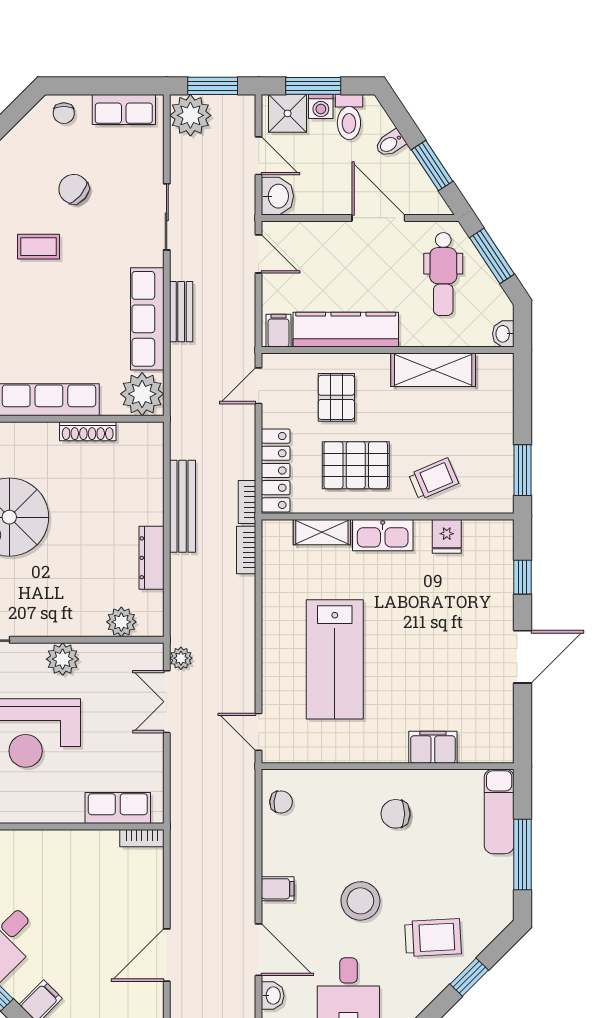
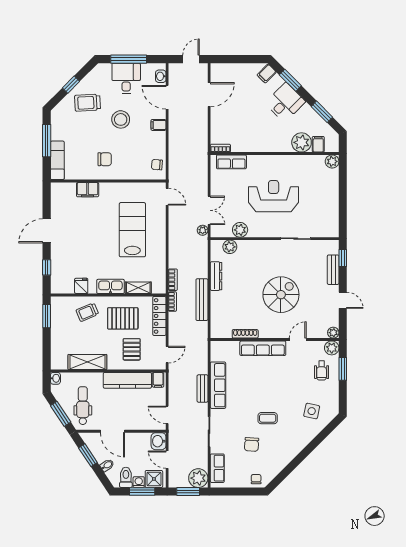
row of seats: (124, 110) -> (217, 468), moved, turned 90
chair: (74, 189) -> (252, 444), turned 54
plant: (142, 394) -> (220, 351), removed
plant: (63, 659) -> (240, 230), moved

